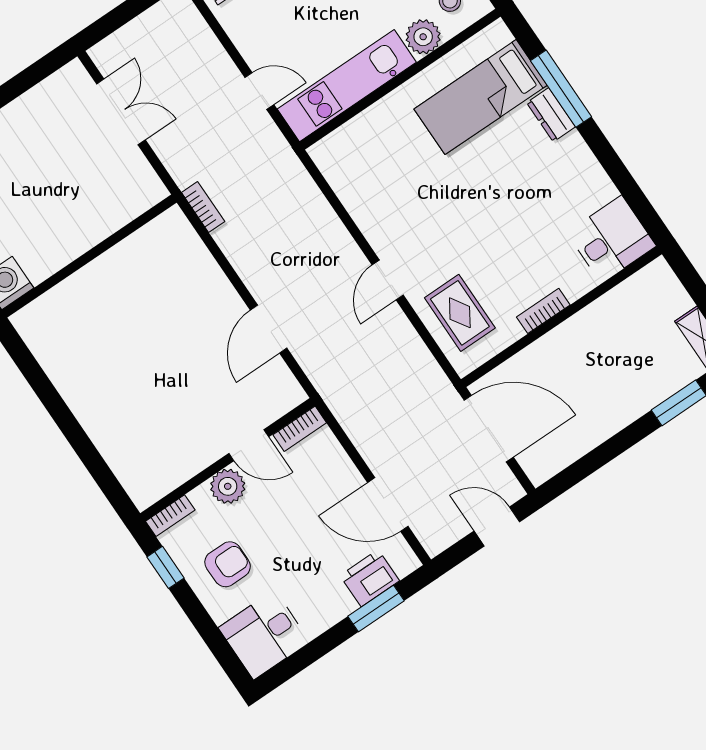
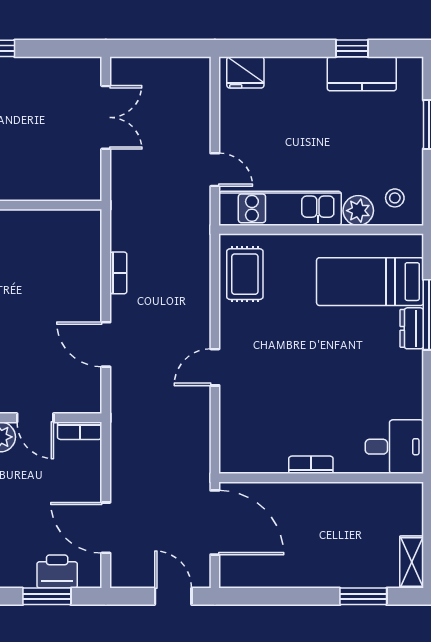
bookcase: (203, 207) -> (118, 273), moved
rug: (460, 313) -> (245, 274), moved
door: (269, 329) -> (106, 344), hinge flipped

